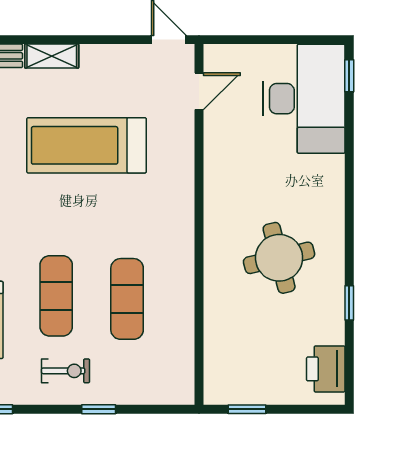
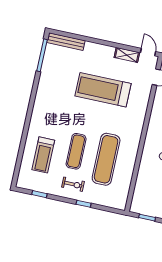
shelving: (52, 56) -> (127, 55), moved
exercise mat: (127, 299) -> (106, 159), width x1.36, depth x1.45

